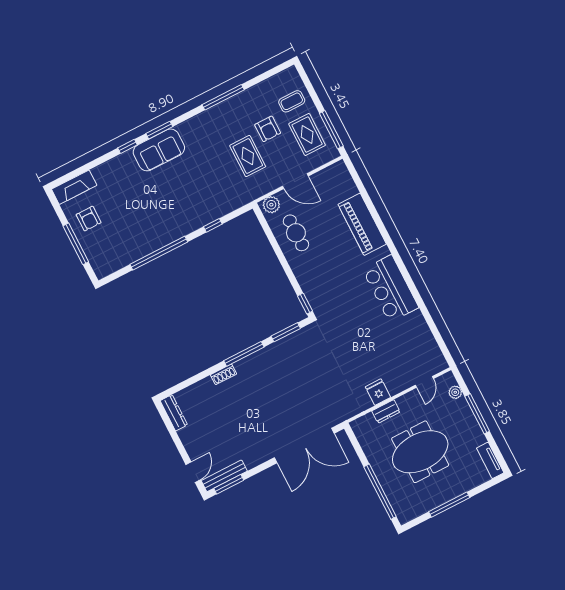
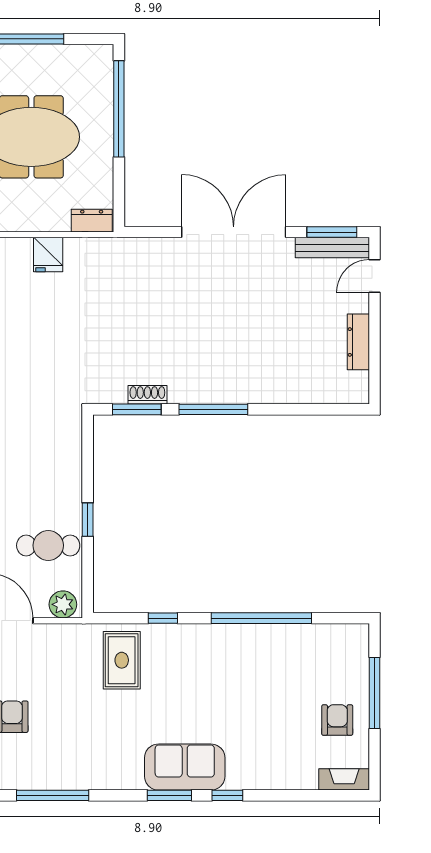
rug: (248, 156) -> (122, 660), moved
fireplace: (74, 187) -> (344, 779), width x0.73, depth x0.76
cafe table: (296, 233) -> (48, 545), turned 90
window: (305, 304) -> (88, 520), moved
shoe rack: (224, 374) -> (147, 395), moved
dresser: (386, 411) -> (92, 221), moved
dresser: (174, 413) -> (358, 342), moved
double door: (304, 446) -> (234, 232), moved

